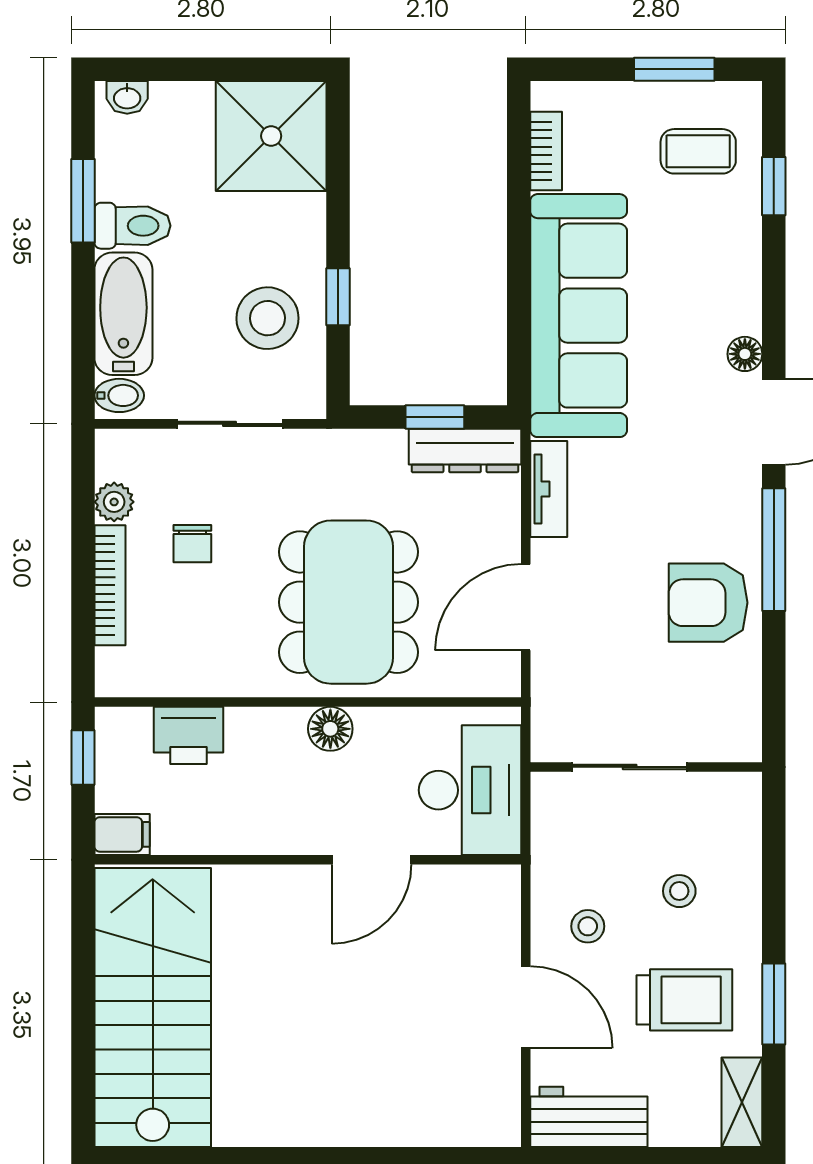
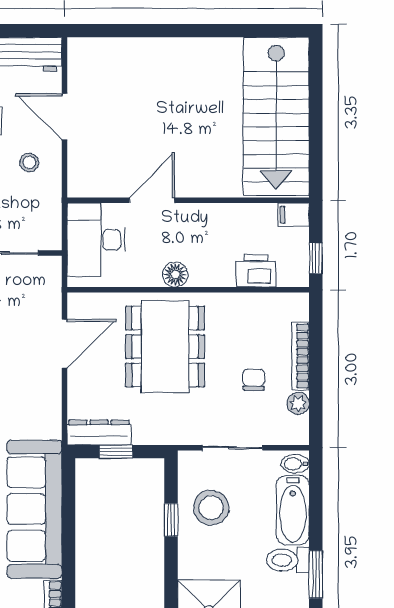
tv unit: (549, 489) -> (51, 411), removed

